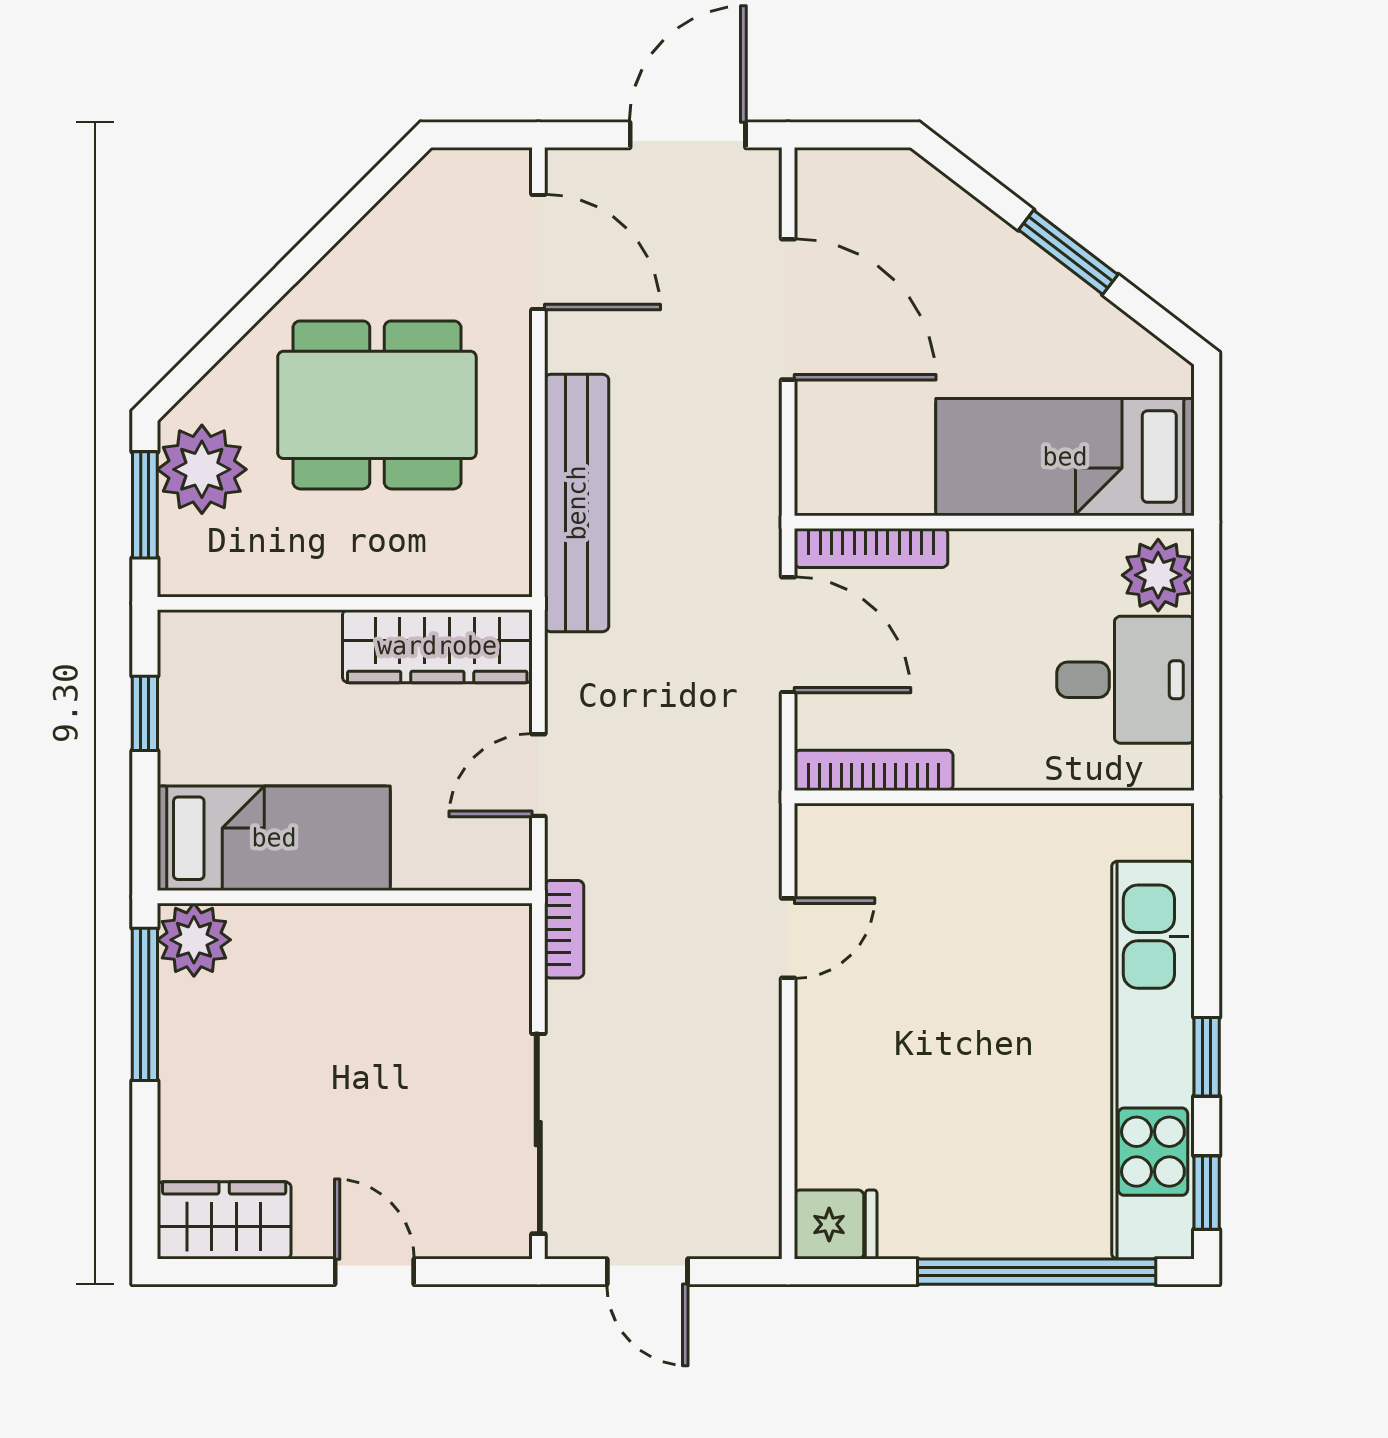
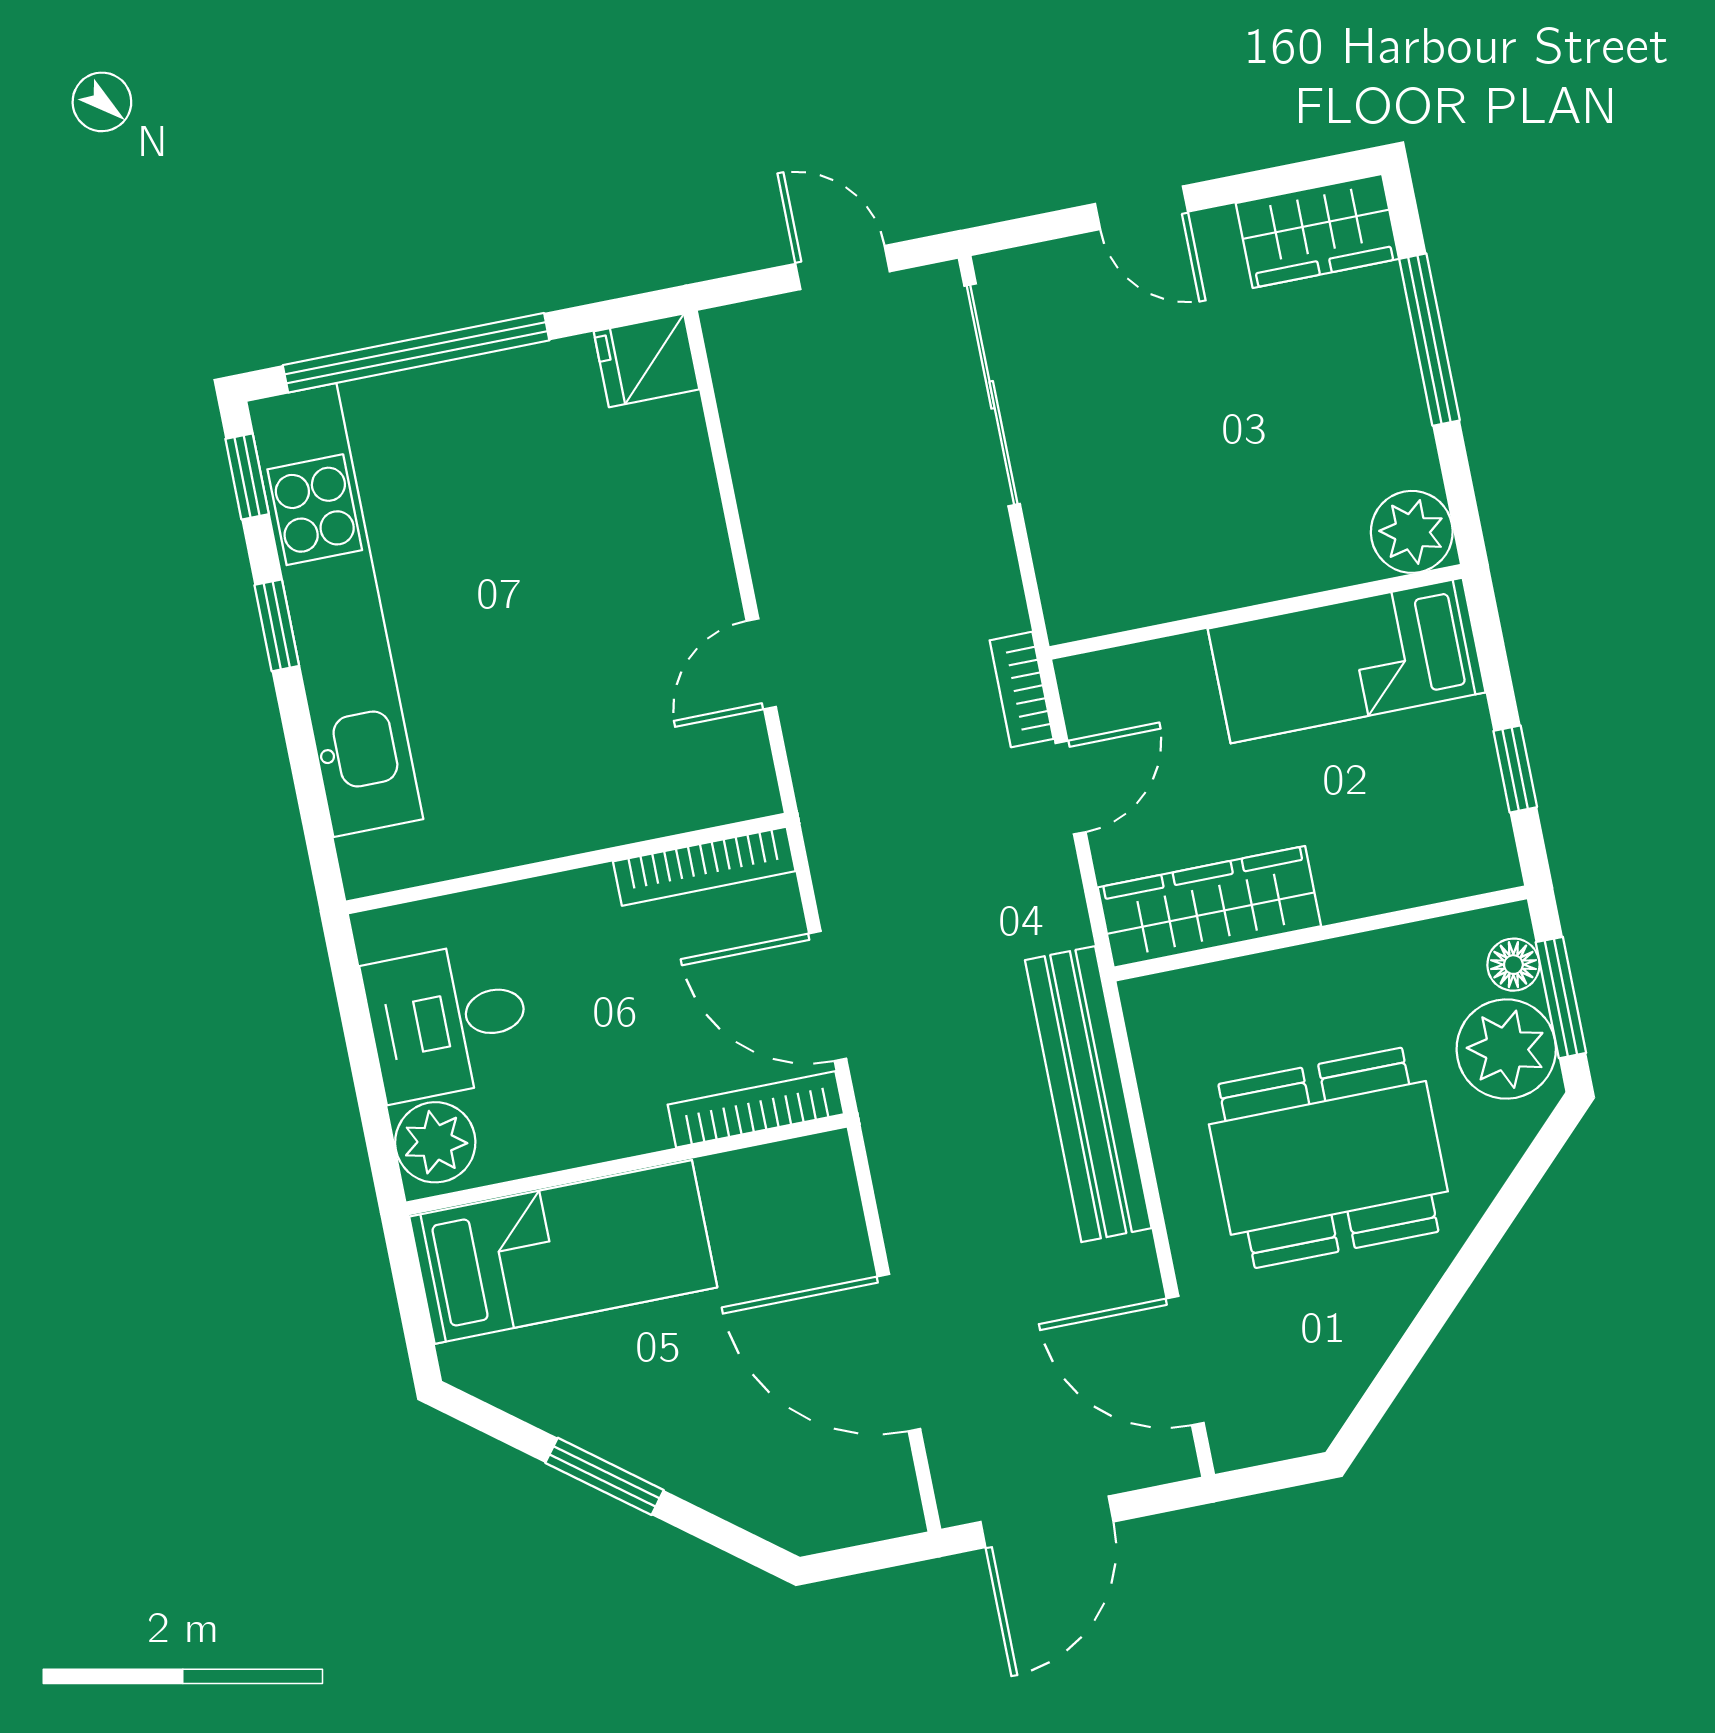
floor lamp: (181, 542) -> (1513, 965), added
bookcase: (564, 929) -> (1022, 690), moved
window: (145, 1004) -> (1429, 340), moved

